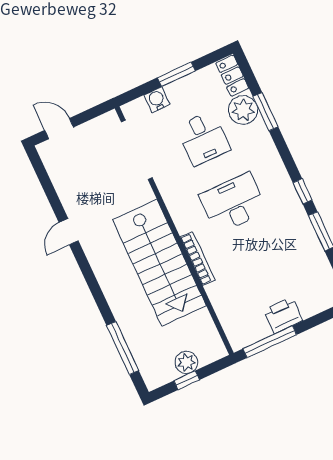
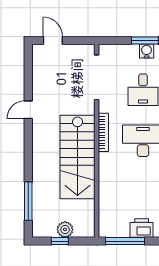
water cooler: (157, 100) -> (147, 51), moved
bookcase: (198, 258) -> (103, 132), moved

